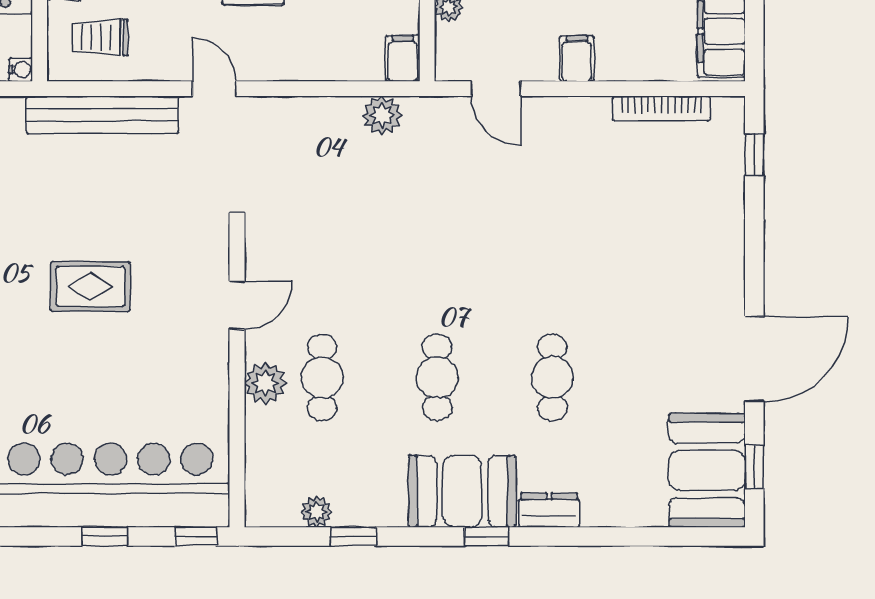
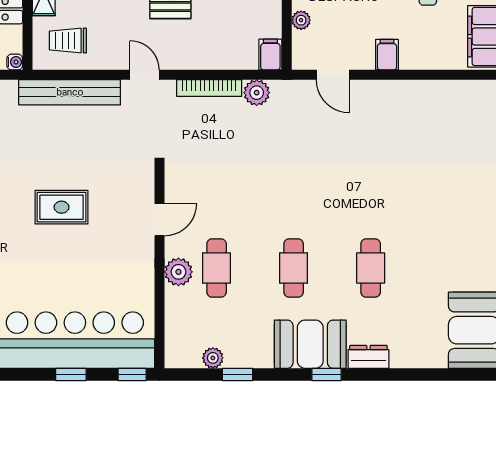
bookcase: (661, 108) -> (209, 88), moved

